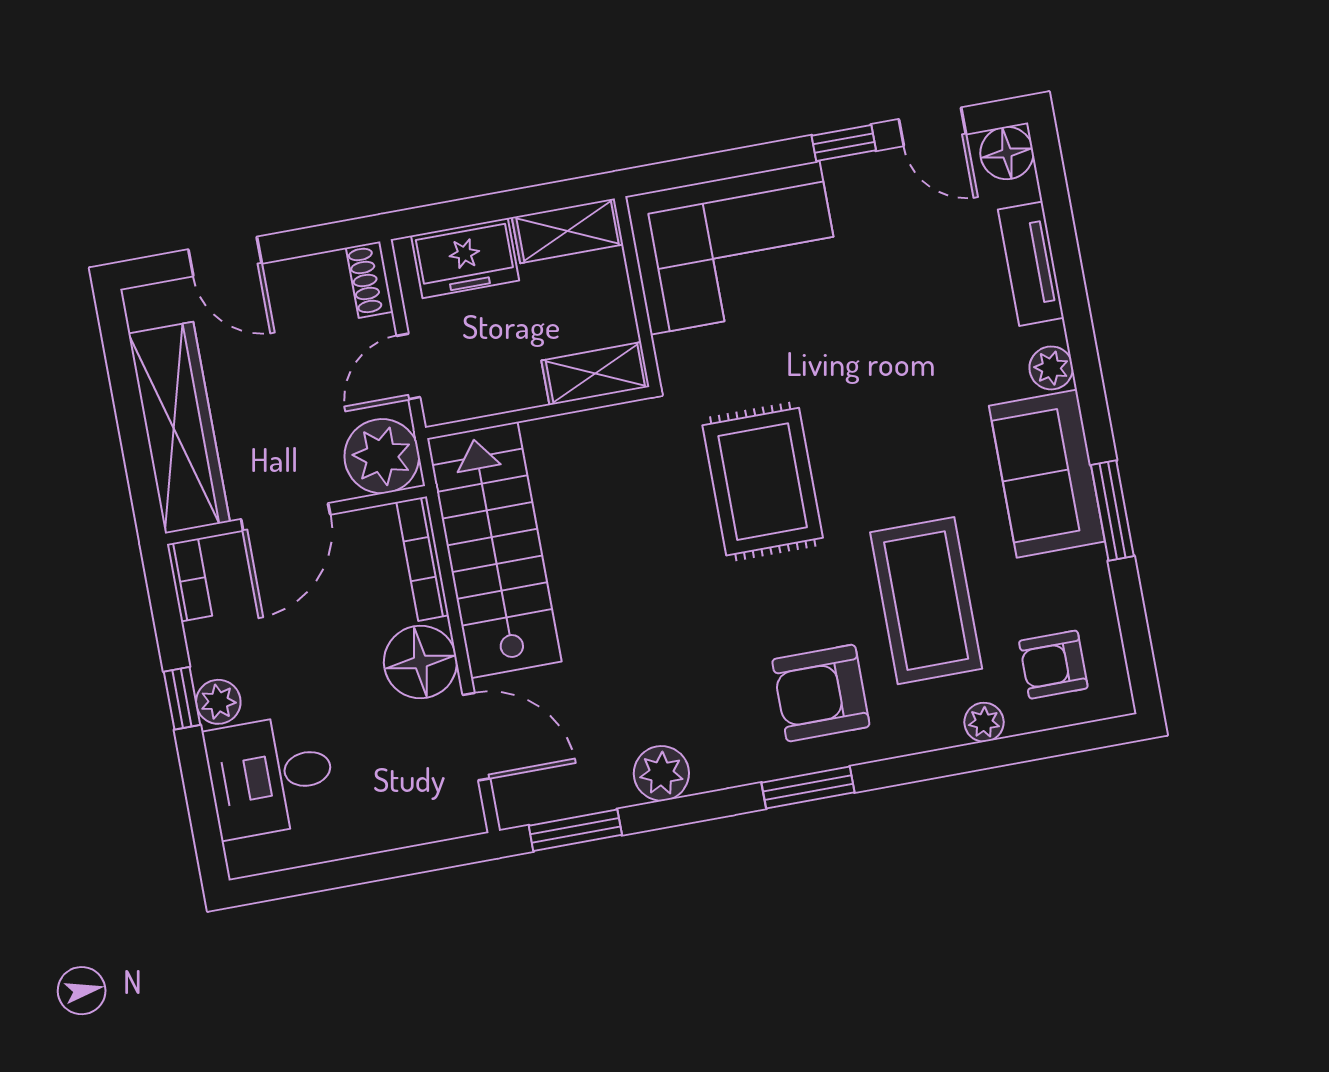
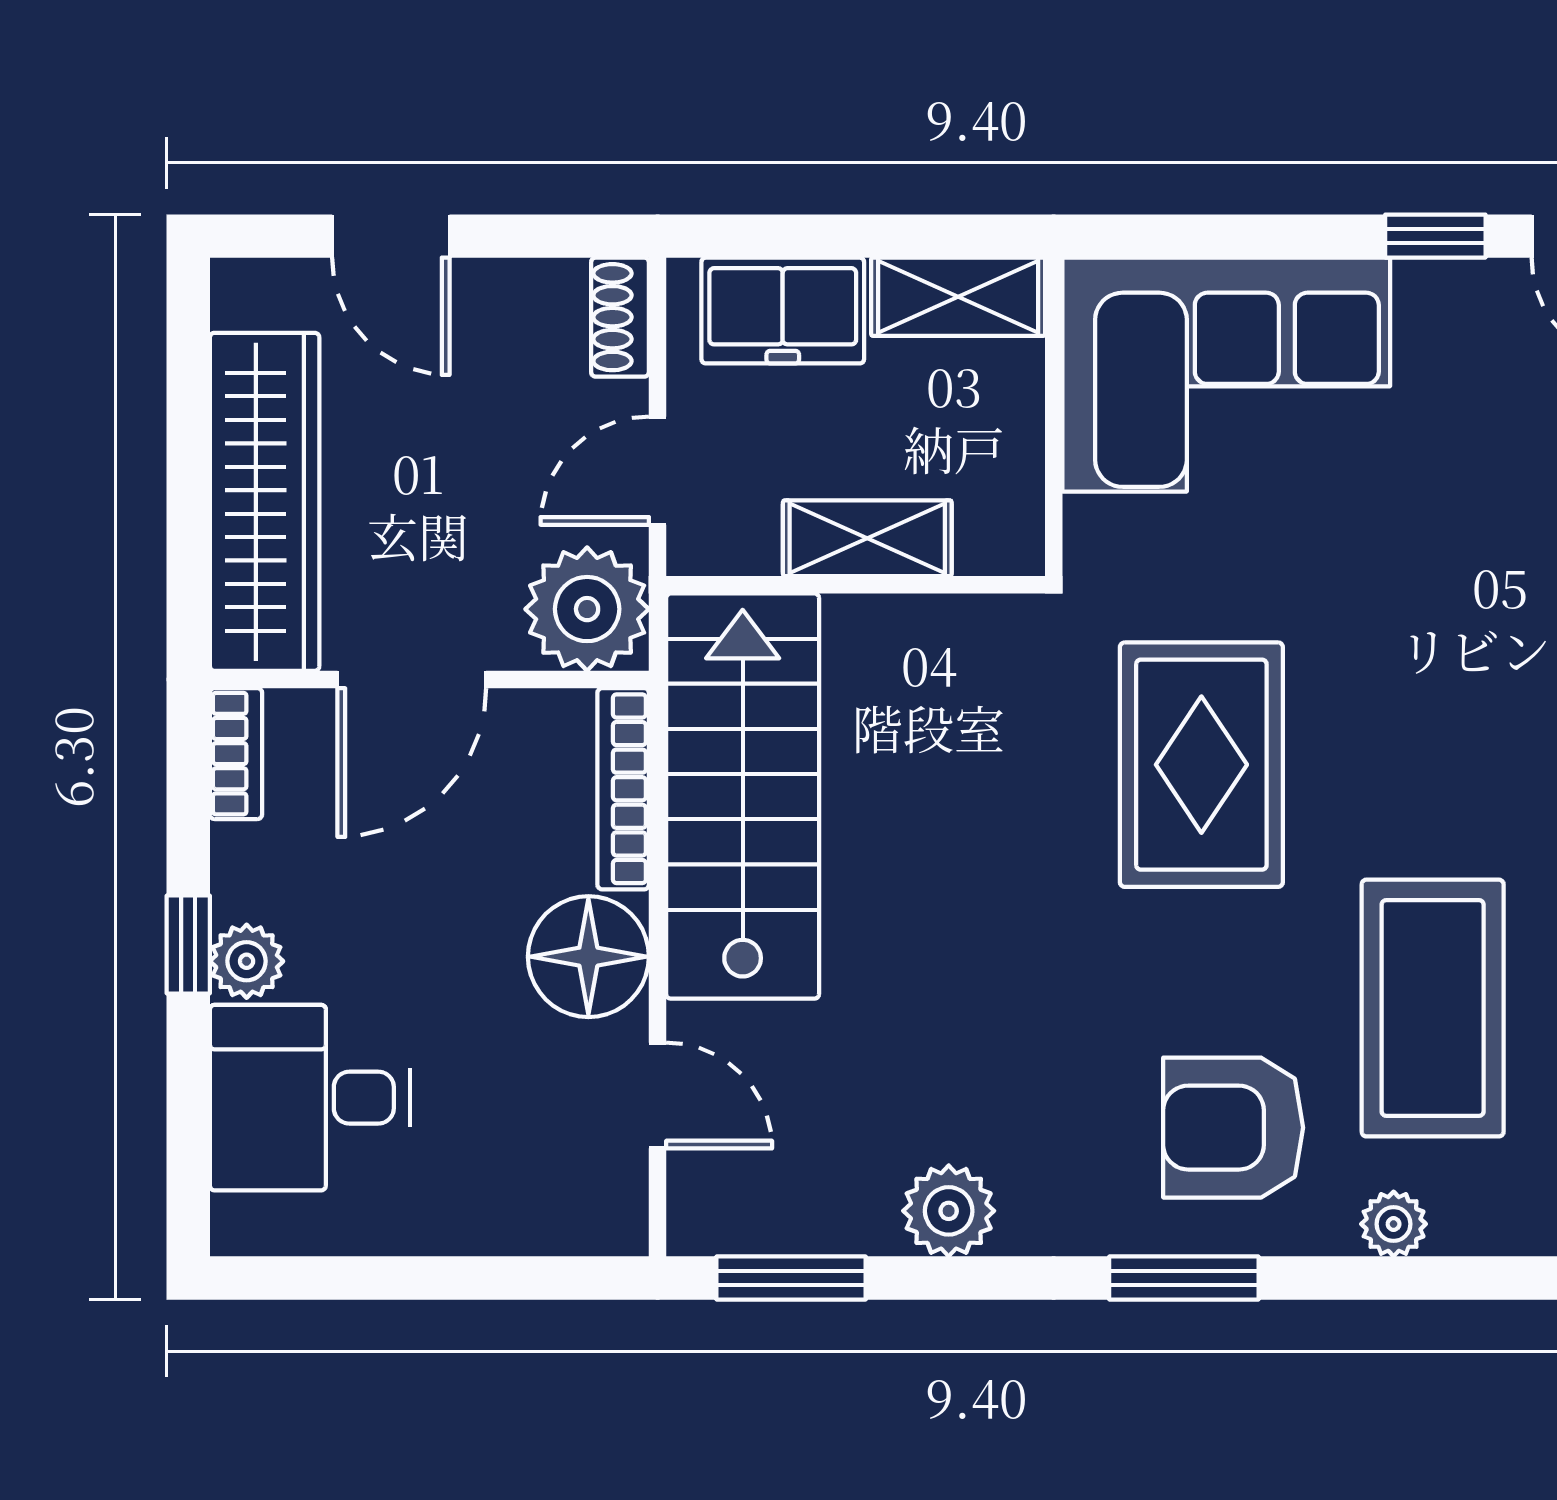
shelving: (595, 374) -> (867, 538), moved
plant: (984, 722) -> (1394, 1224), moved
door: (476, 737) -> (658, 1095), width x0.73

